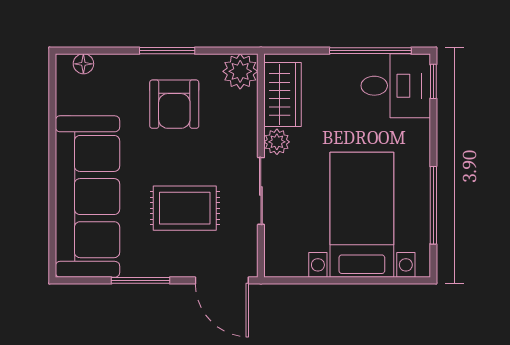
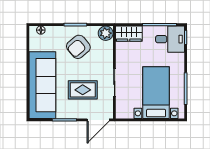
wardrobe: (283, 94) -> (129, 34), moved, turned 90
armchair: (174, 104) -> (78, 47), turned 50
plant: (277, 142) -> (121, 62), removed
door: (222, 280) -> (98, 120), hinge flipped

